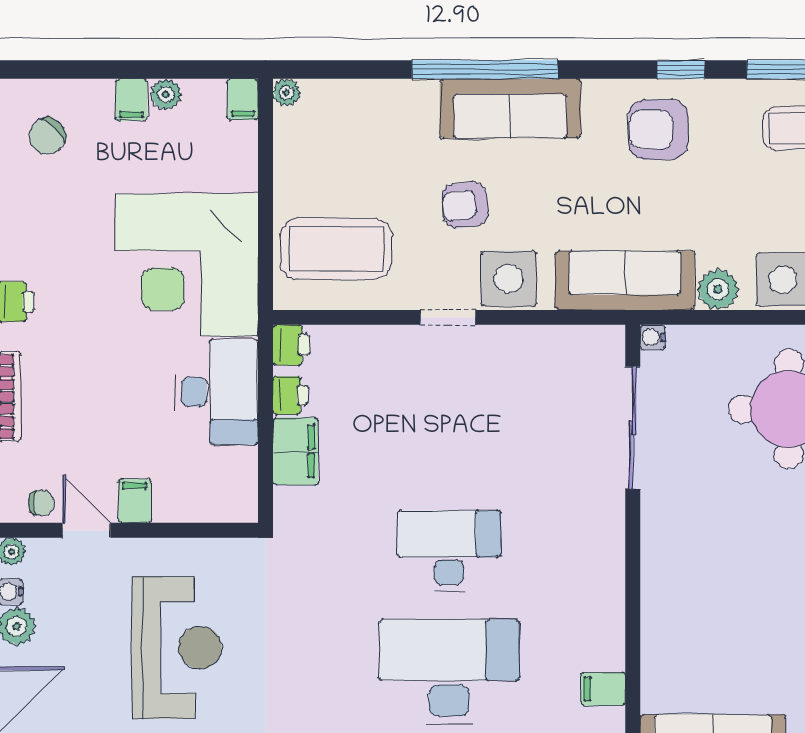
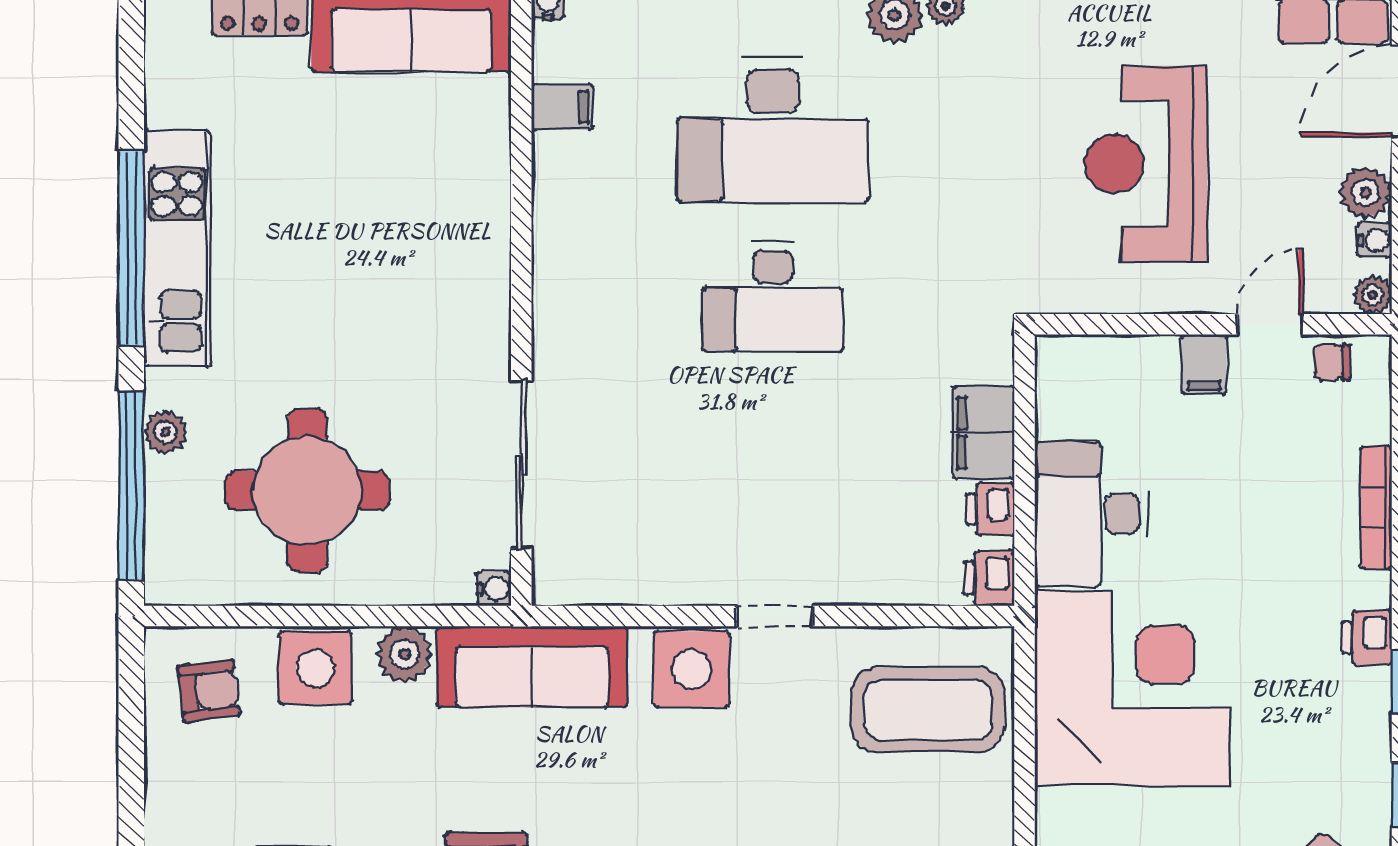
armchair: (465, 205) -> (751, 770), removed
door: (86, 530) -> (1270, 324), swing flipped

